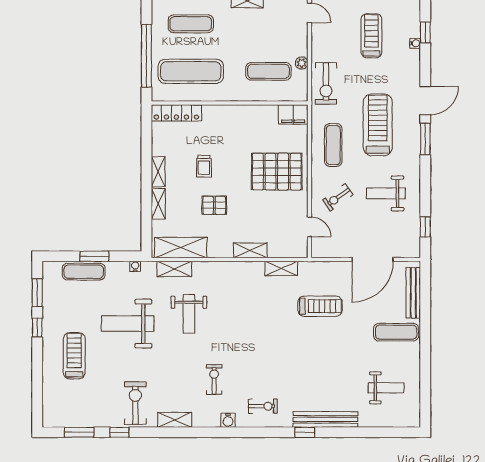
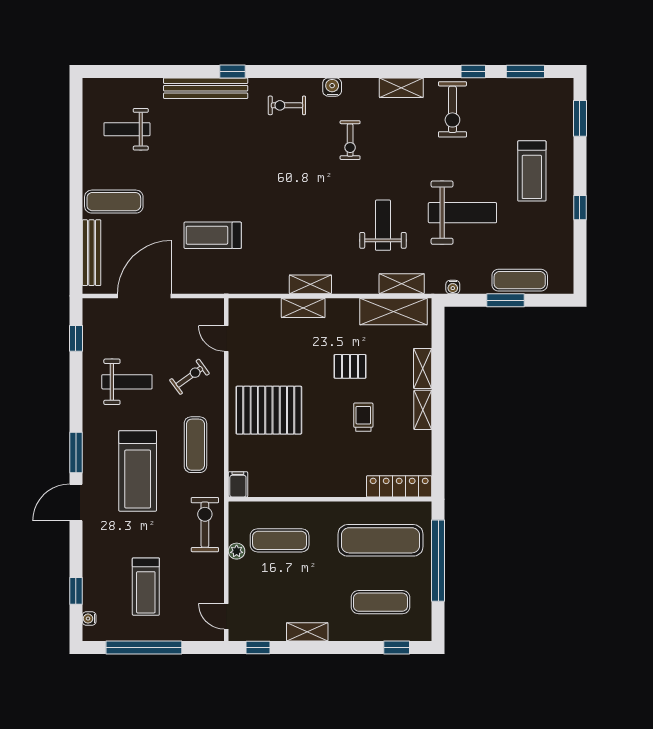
water cooler: (415, 43) -> (89, 619), moved
filing cabinet: (293, 114) -> (238, 484), width x0.50
shelving: (281, 268) -> (310, 284), moved
window: (37, 293) -> (580, 118), moved

